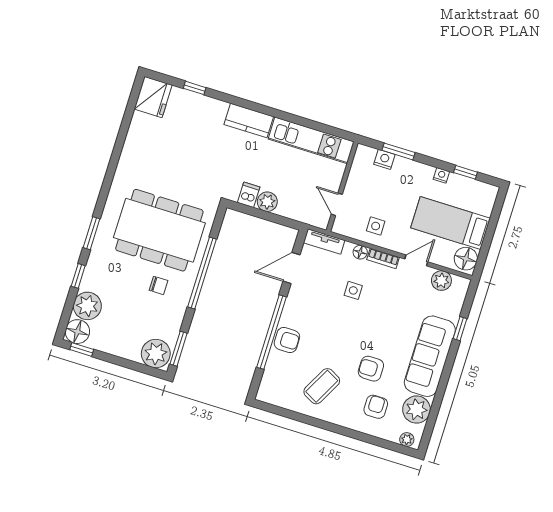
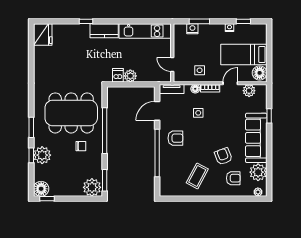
window: (195, 88) -> (86, 21), moved
plant: (87, 306) -> (42, 155), moved
armchair: (287, 340) -> (175, 138), moved
armchair: (371, 369) -> (223, 156), turned 69
armchair: (376, 407) -> (233, 178), turned 90

